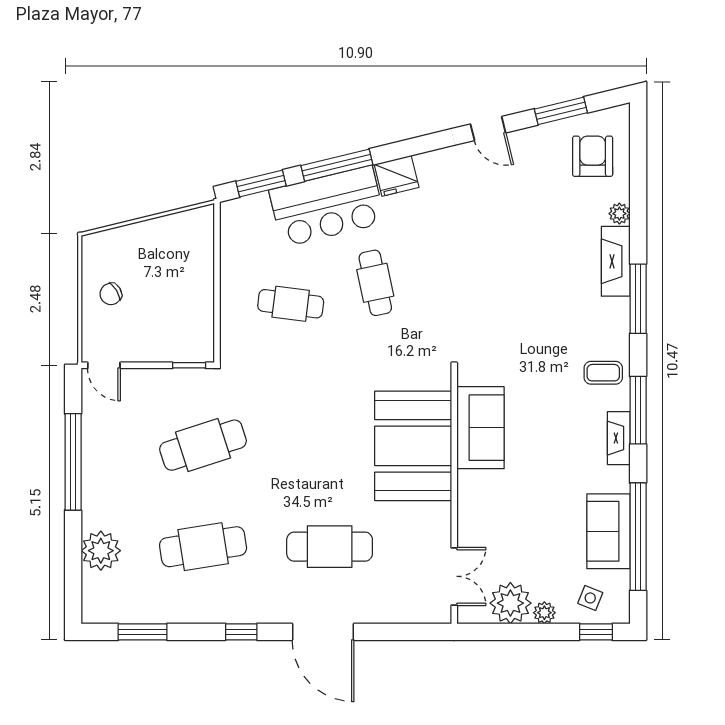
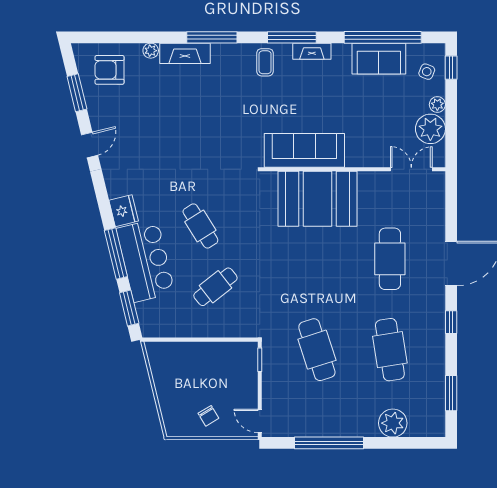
cafe table: (375, 283) -> (200, 226), turned 70
cafe table: (291, 304) -> (215, 287), turned 45
door: (104, 365) -> (260, 421), swing flipped
sofa: (481, 428) -> (304, 150), width x1.36

